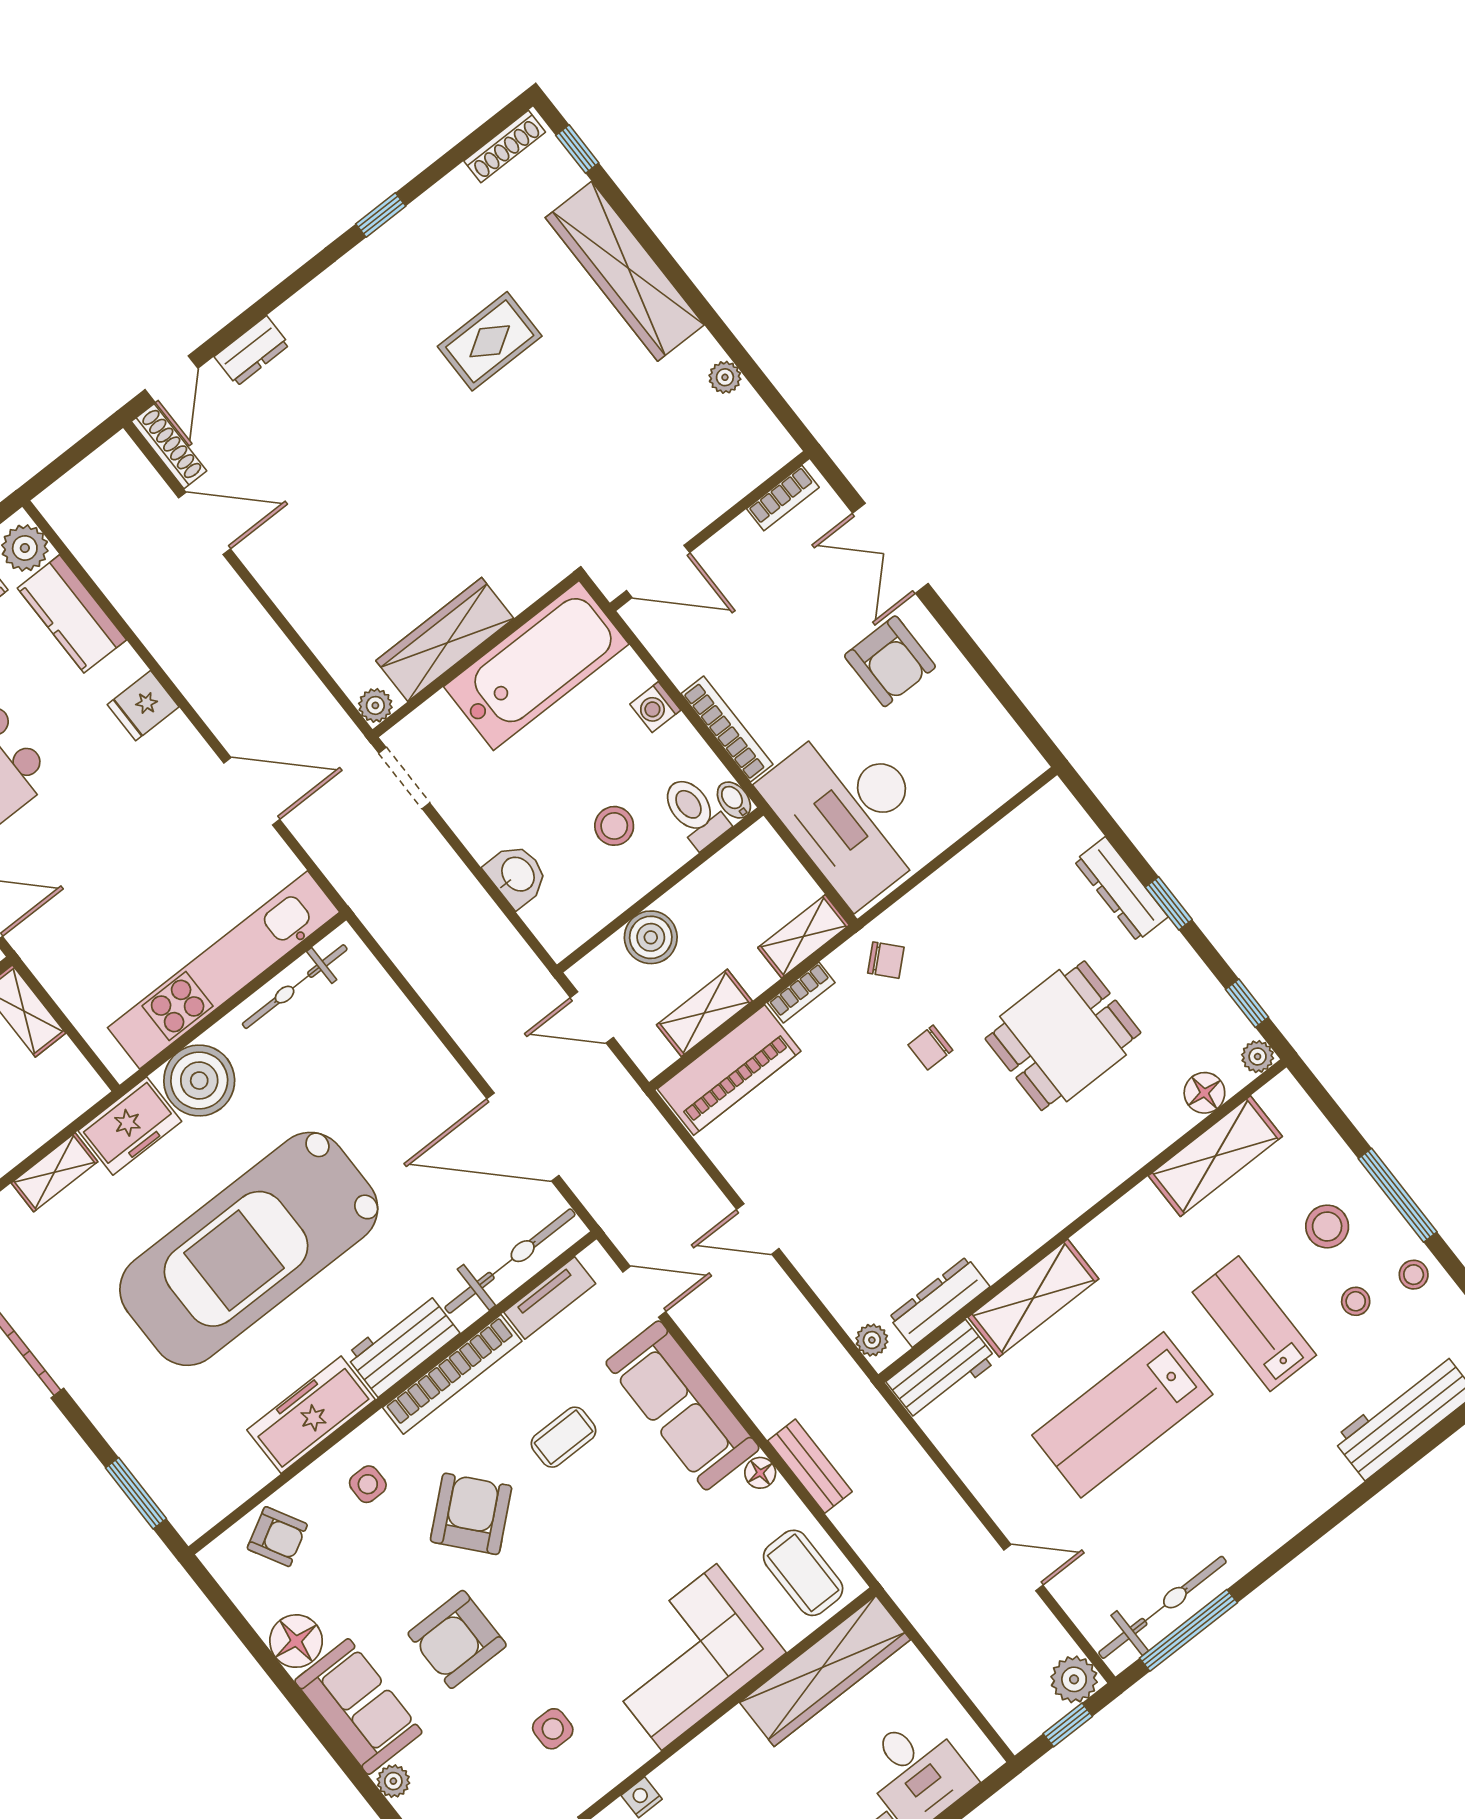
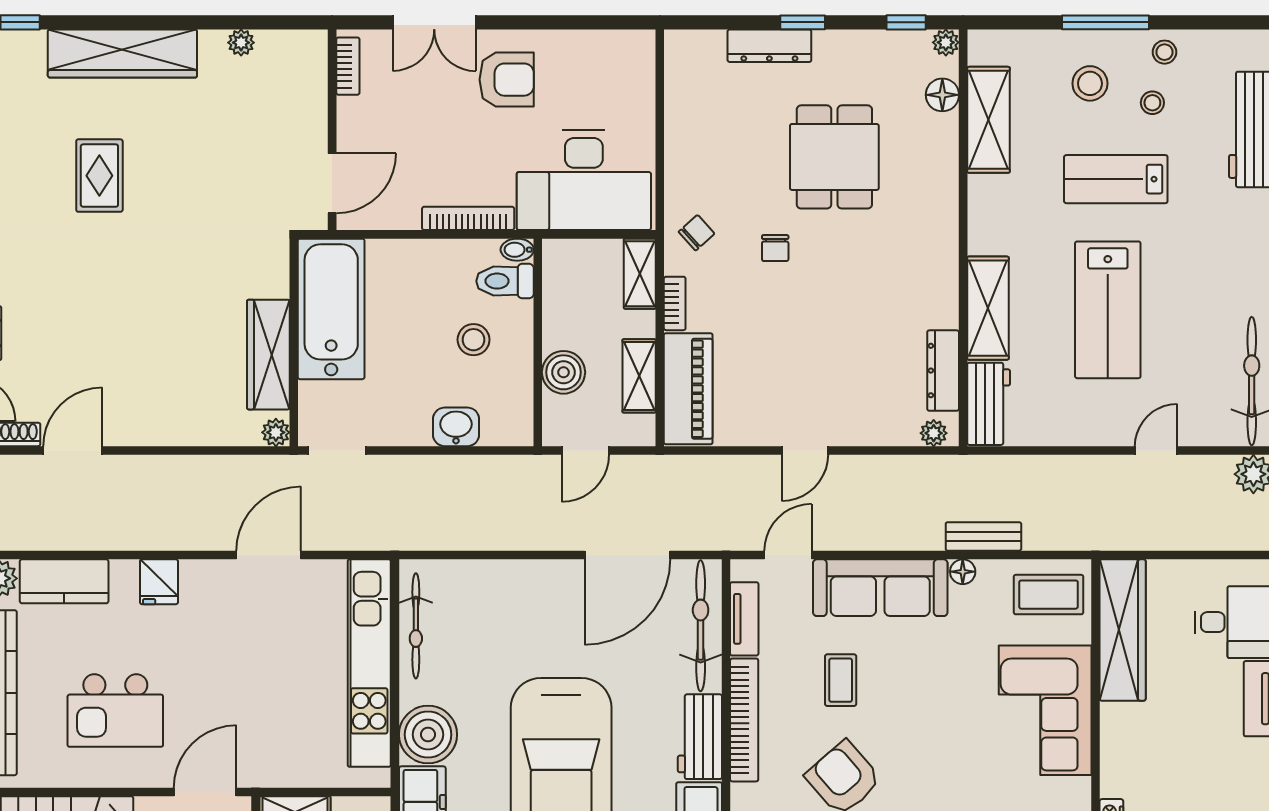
washing machine: (655, 707) -> (418, 253), removed

